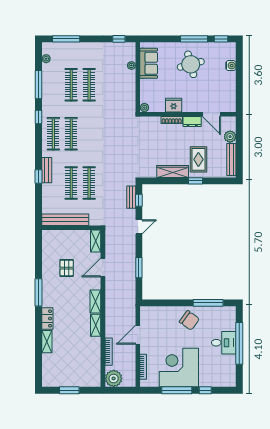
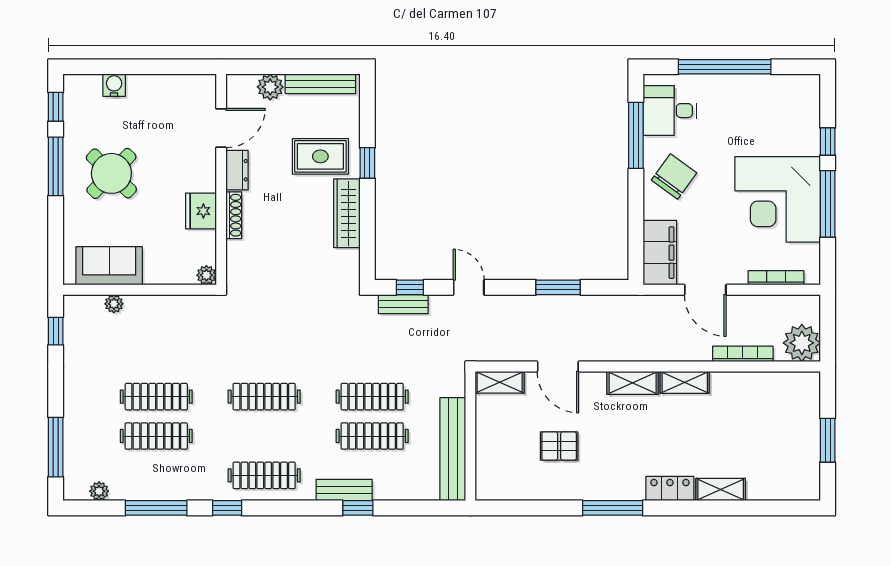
round table: (191, 64) -> (111, 173), turned -31
clothes rail: (71, 134) -> (264, 397), moved
filing cabinet: (155, 314) -> (660, 253), added
desk: (224, 343) -> (670, 111), moved, turned -90

